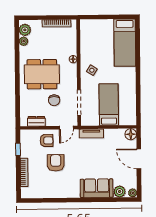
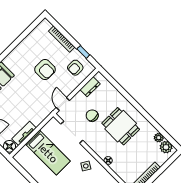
dining table: (42, 74) -> (121, 126), width x0.73
tv unit: (91, 134) -> (24, 133), moved
armchair: (47, 141) -> (75, 68), moved

